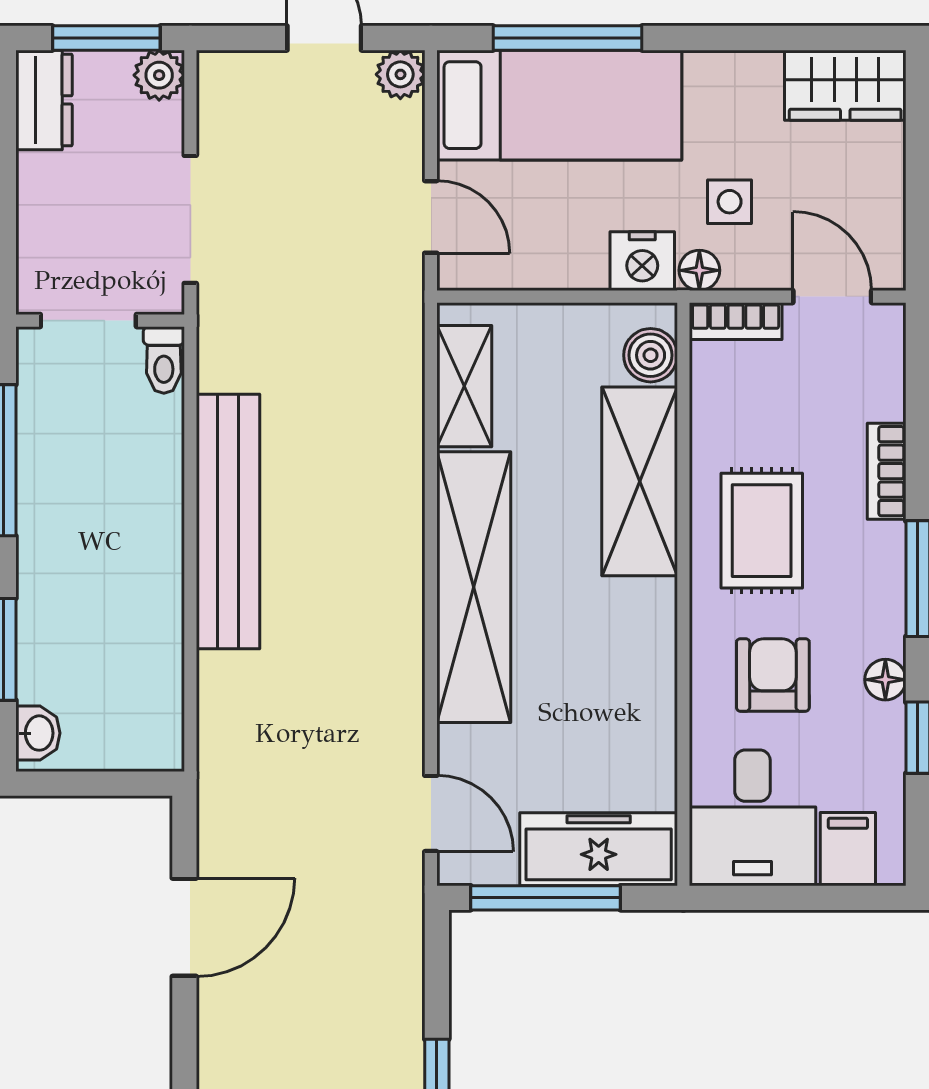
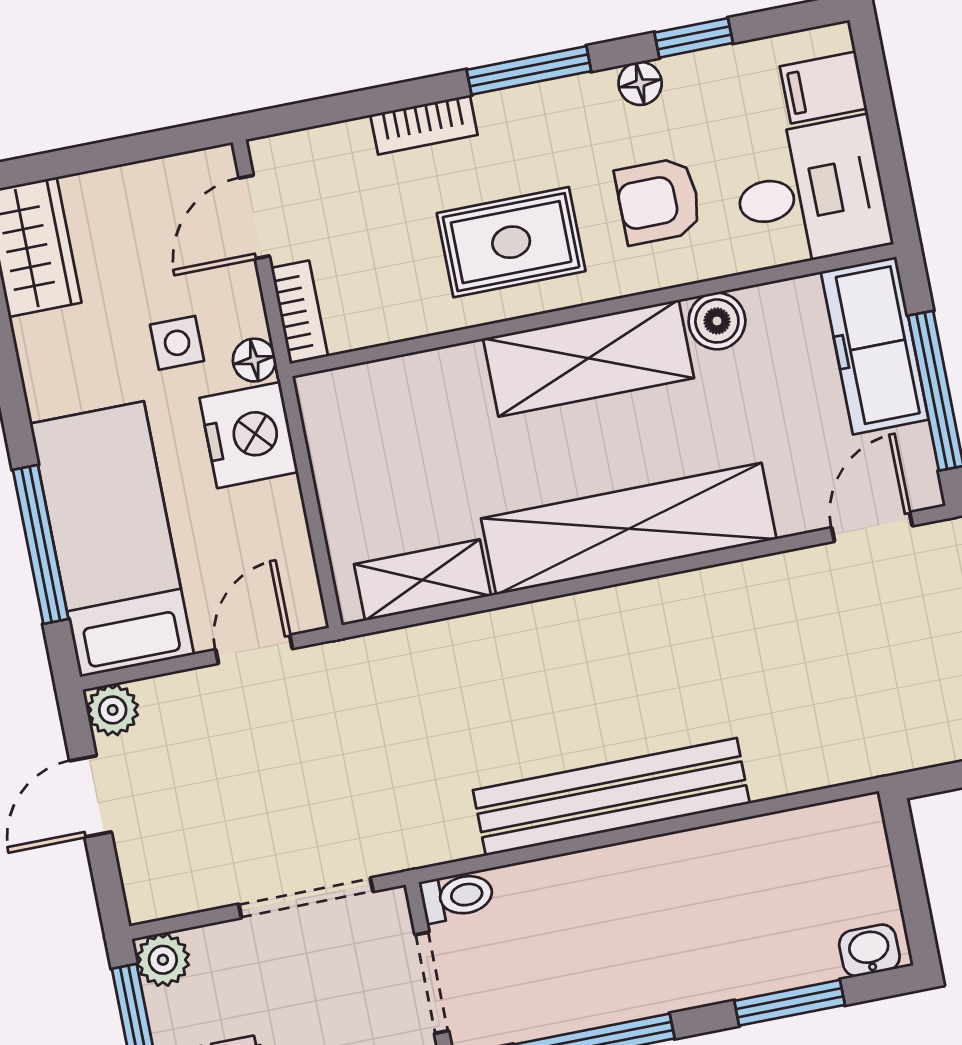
nightstand: (642, 261) -> (249, 435), width x1.36, depth x1.33
boiler: (651, 355) -> (717, 321), moved
shelving: (640, 481) -> (589, 358), moved

